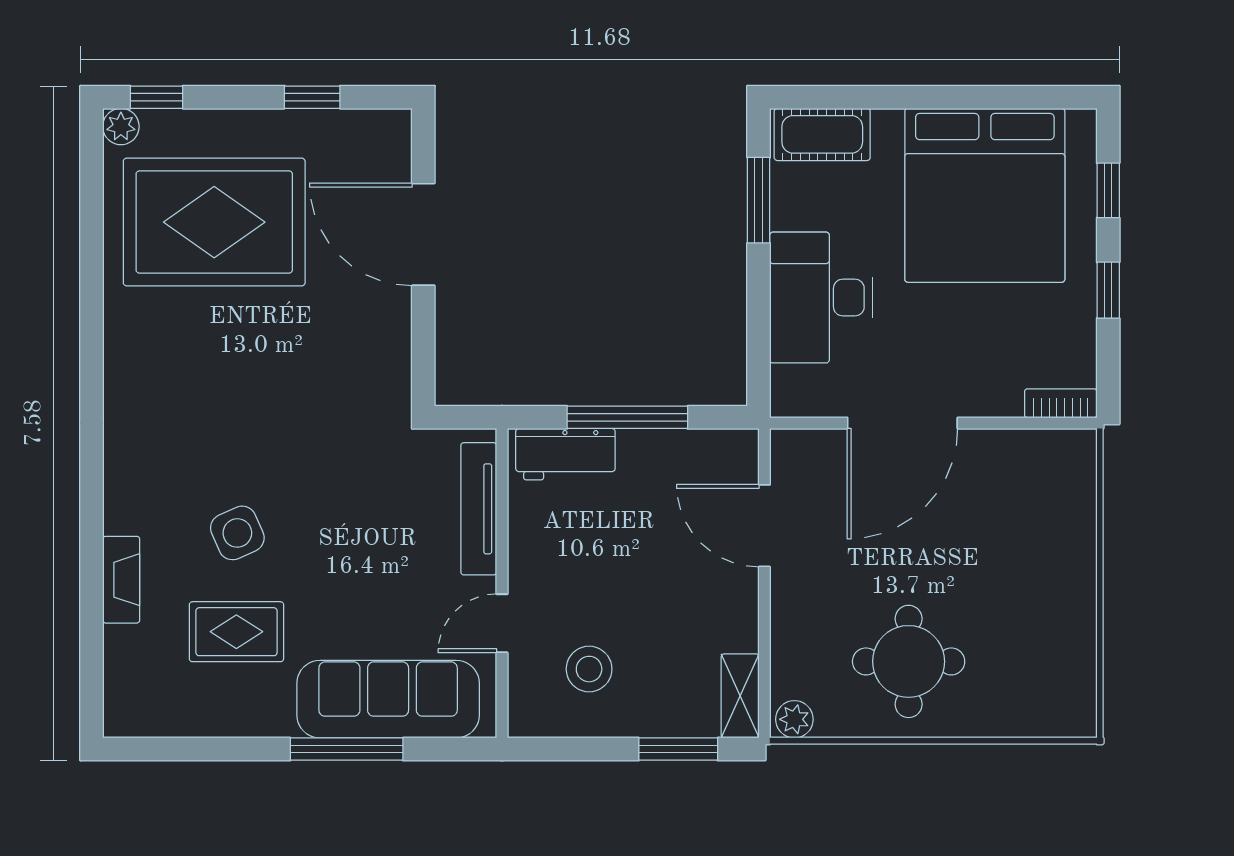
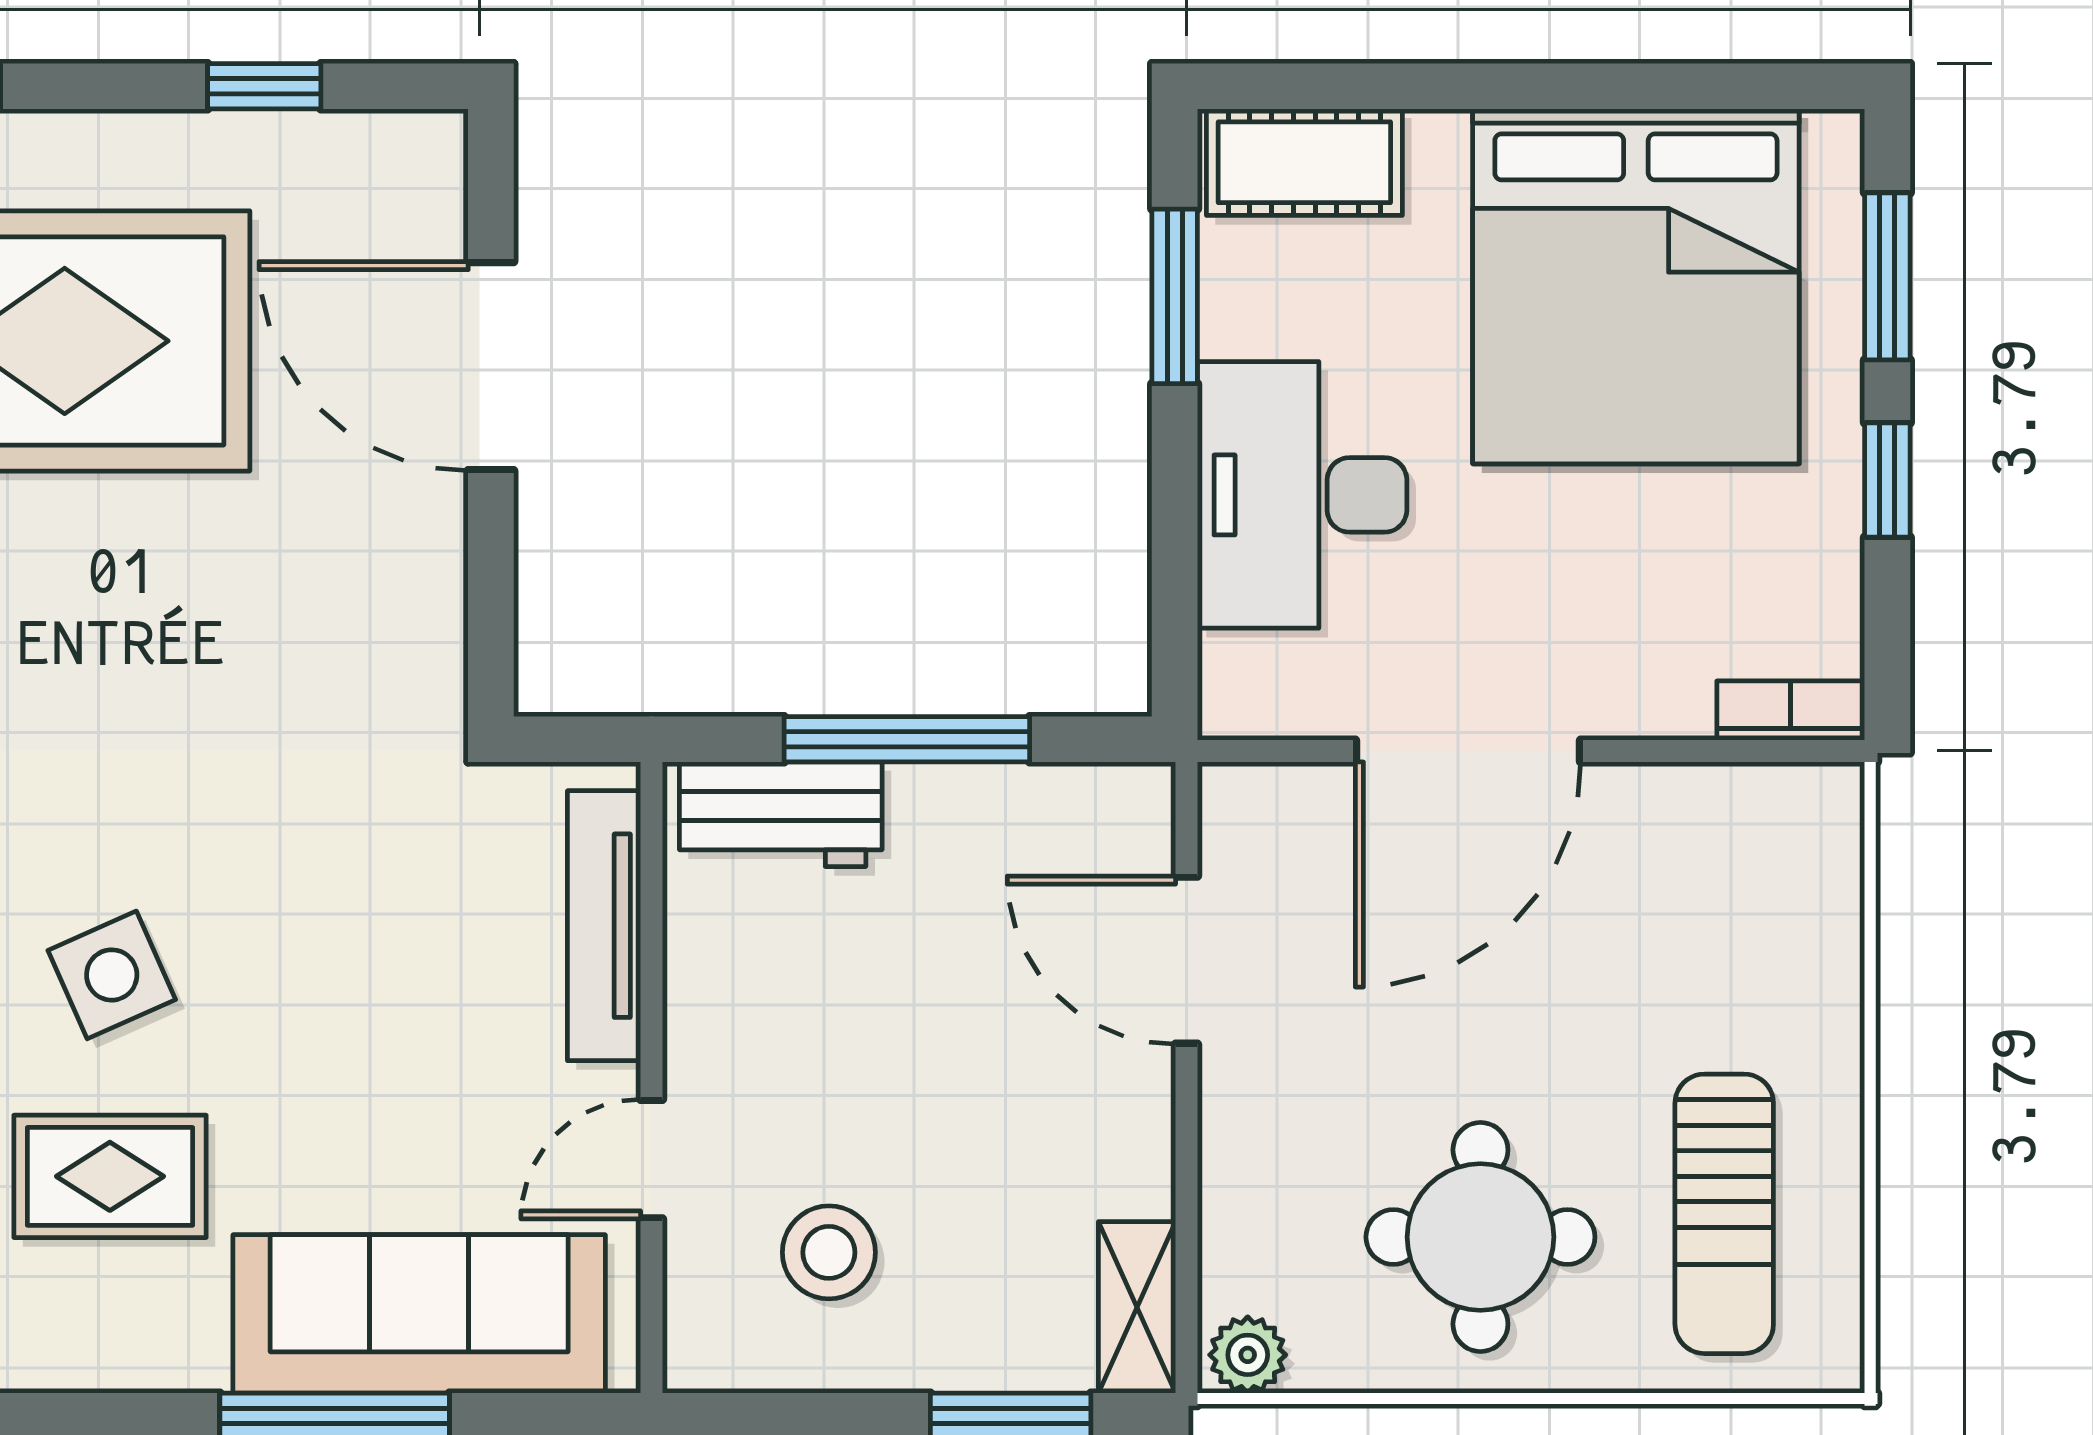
window: (1108, 190) -> (1887, 276), width x1.50
sun lounger: (1028, 650) -> (1724, 1214), added

